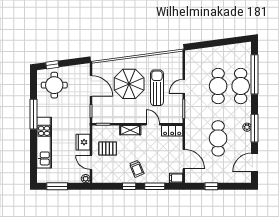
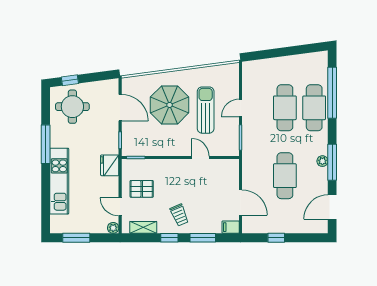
shelving: (130, 130) -> (143, 227), moved
locker: (172, 131) -> (225, 166), removed
fridge: (83, 142) -> (110, 165), moved

